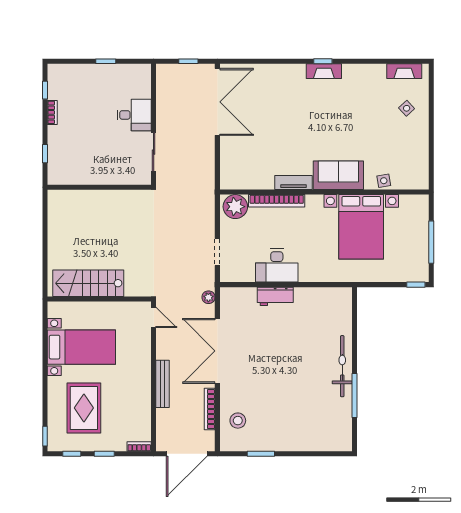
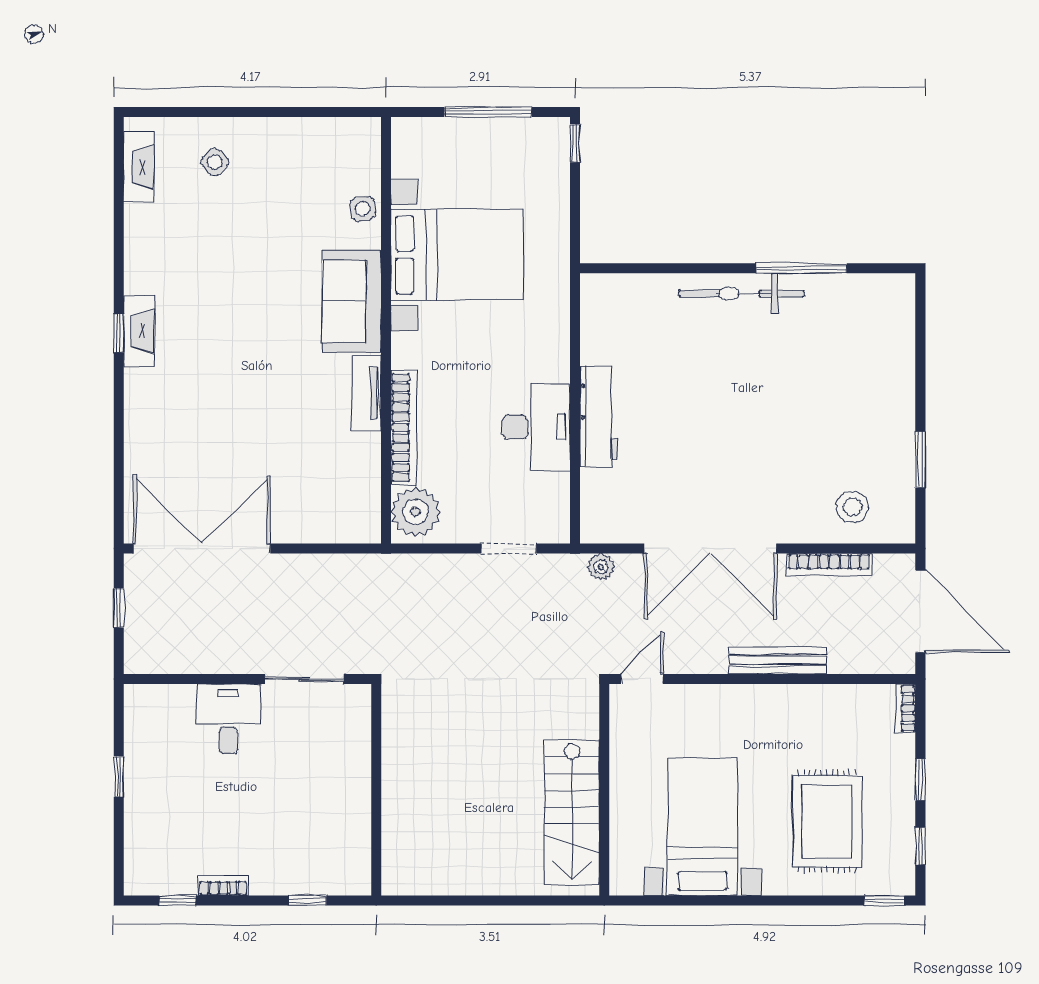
workbench: (275, 296) -> (599, 417), width x1.38
rug: (84, 408) -> (827, 821), turned 90

